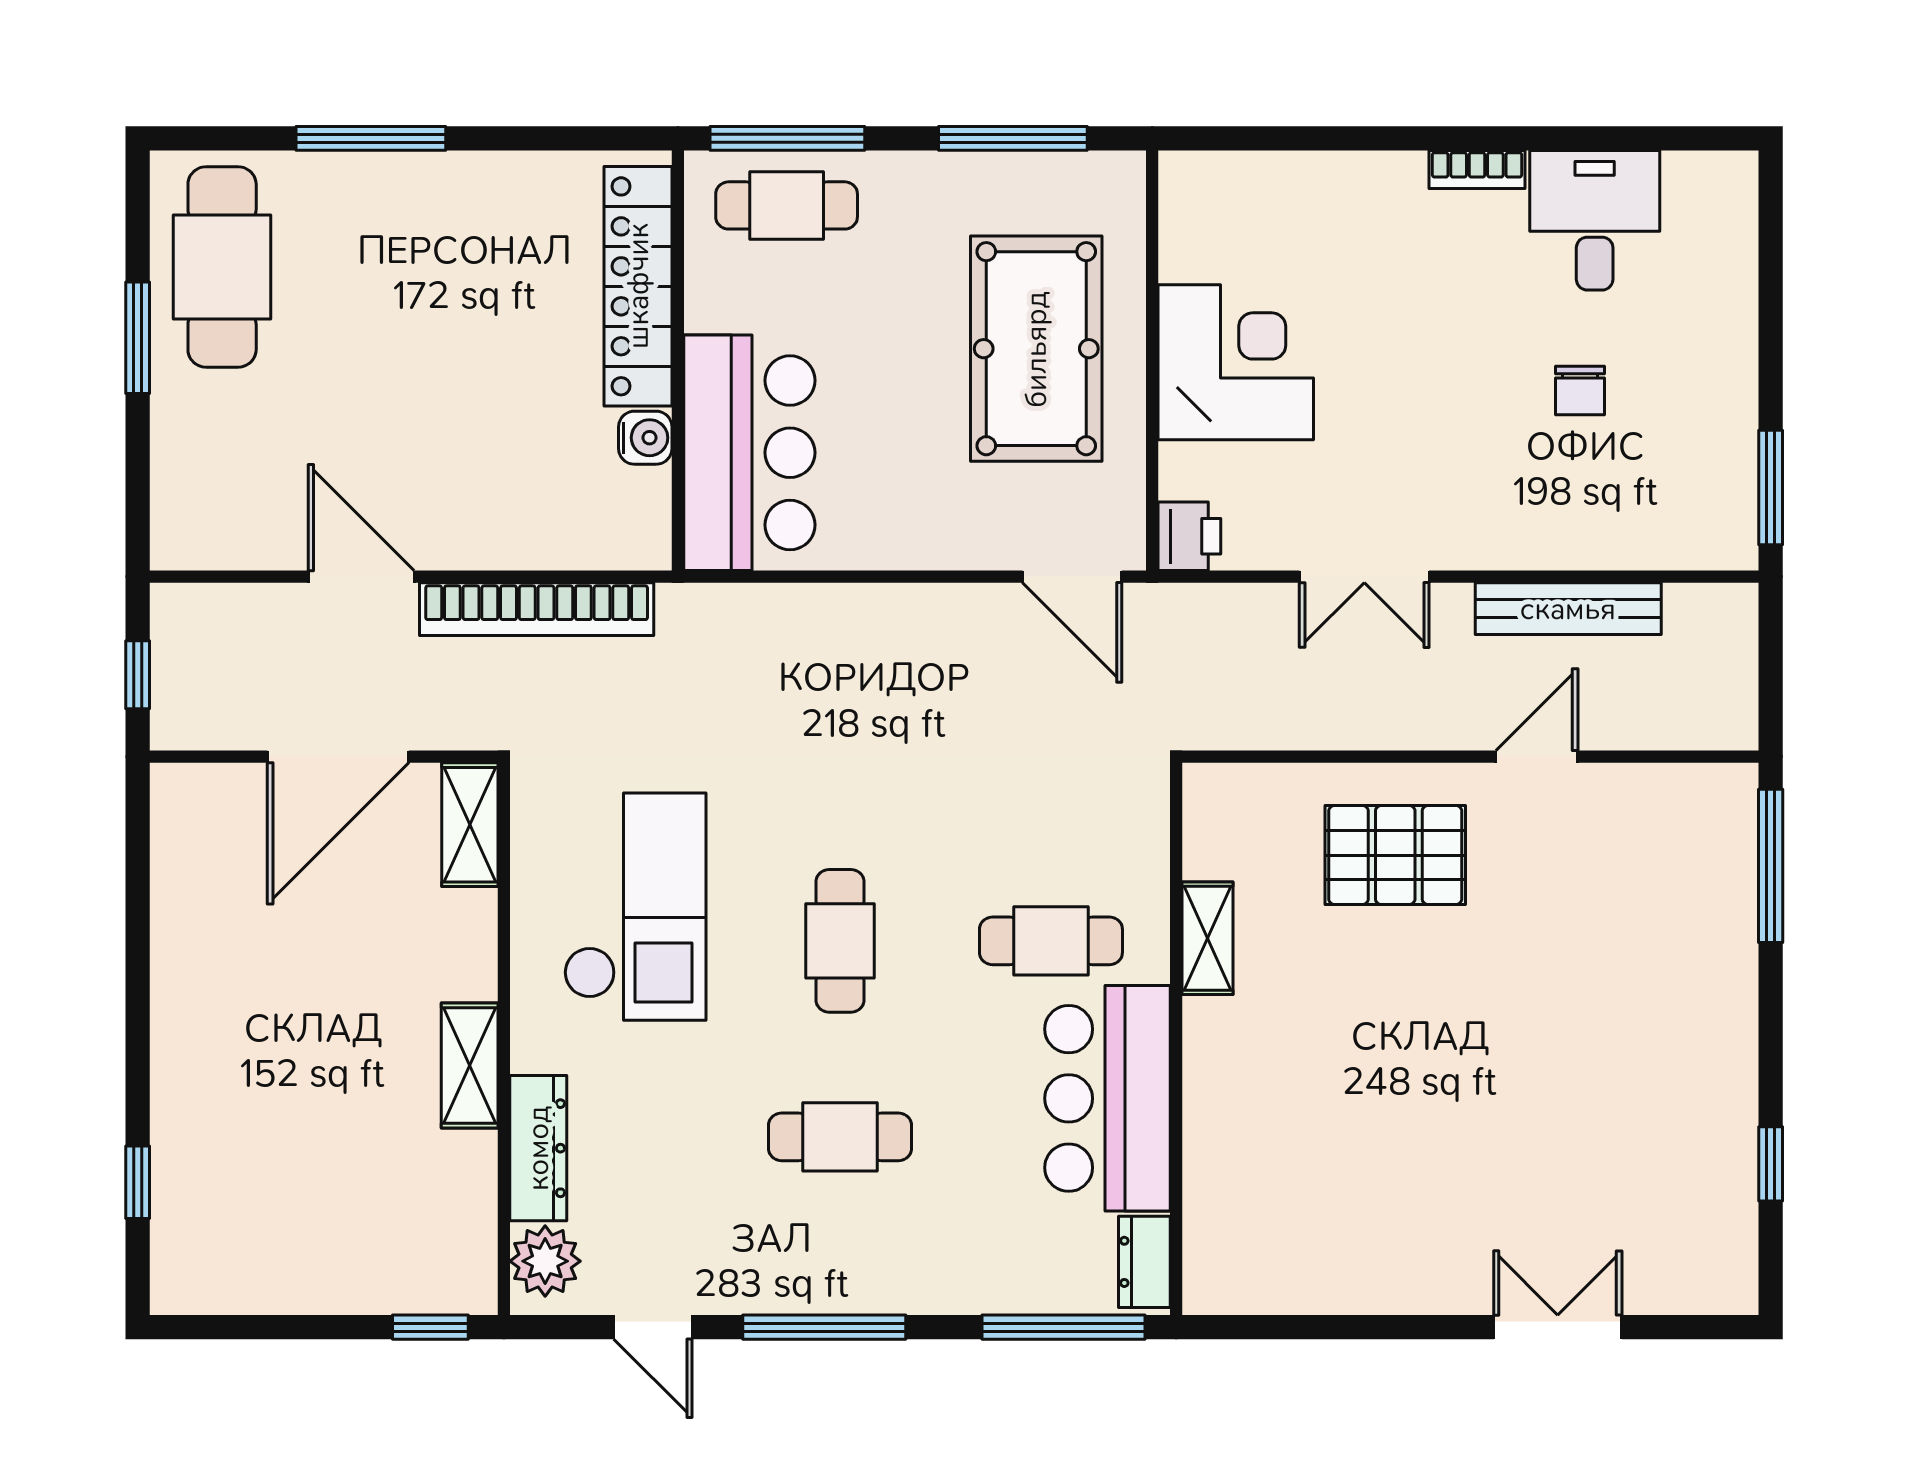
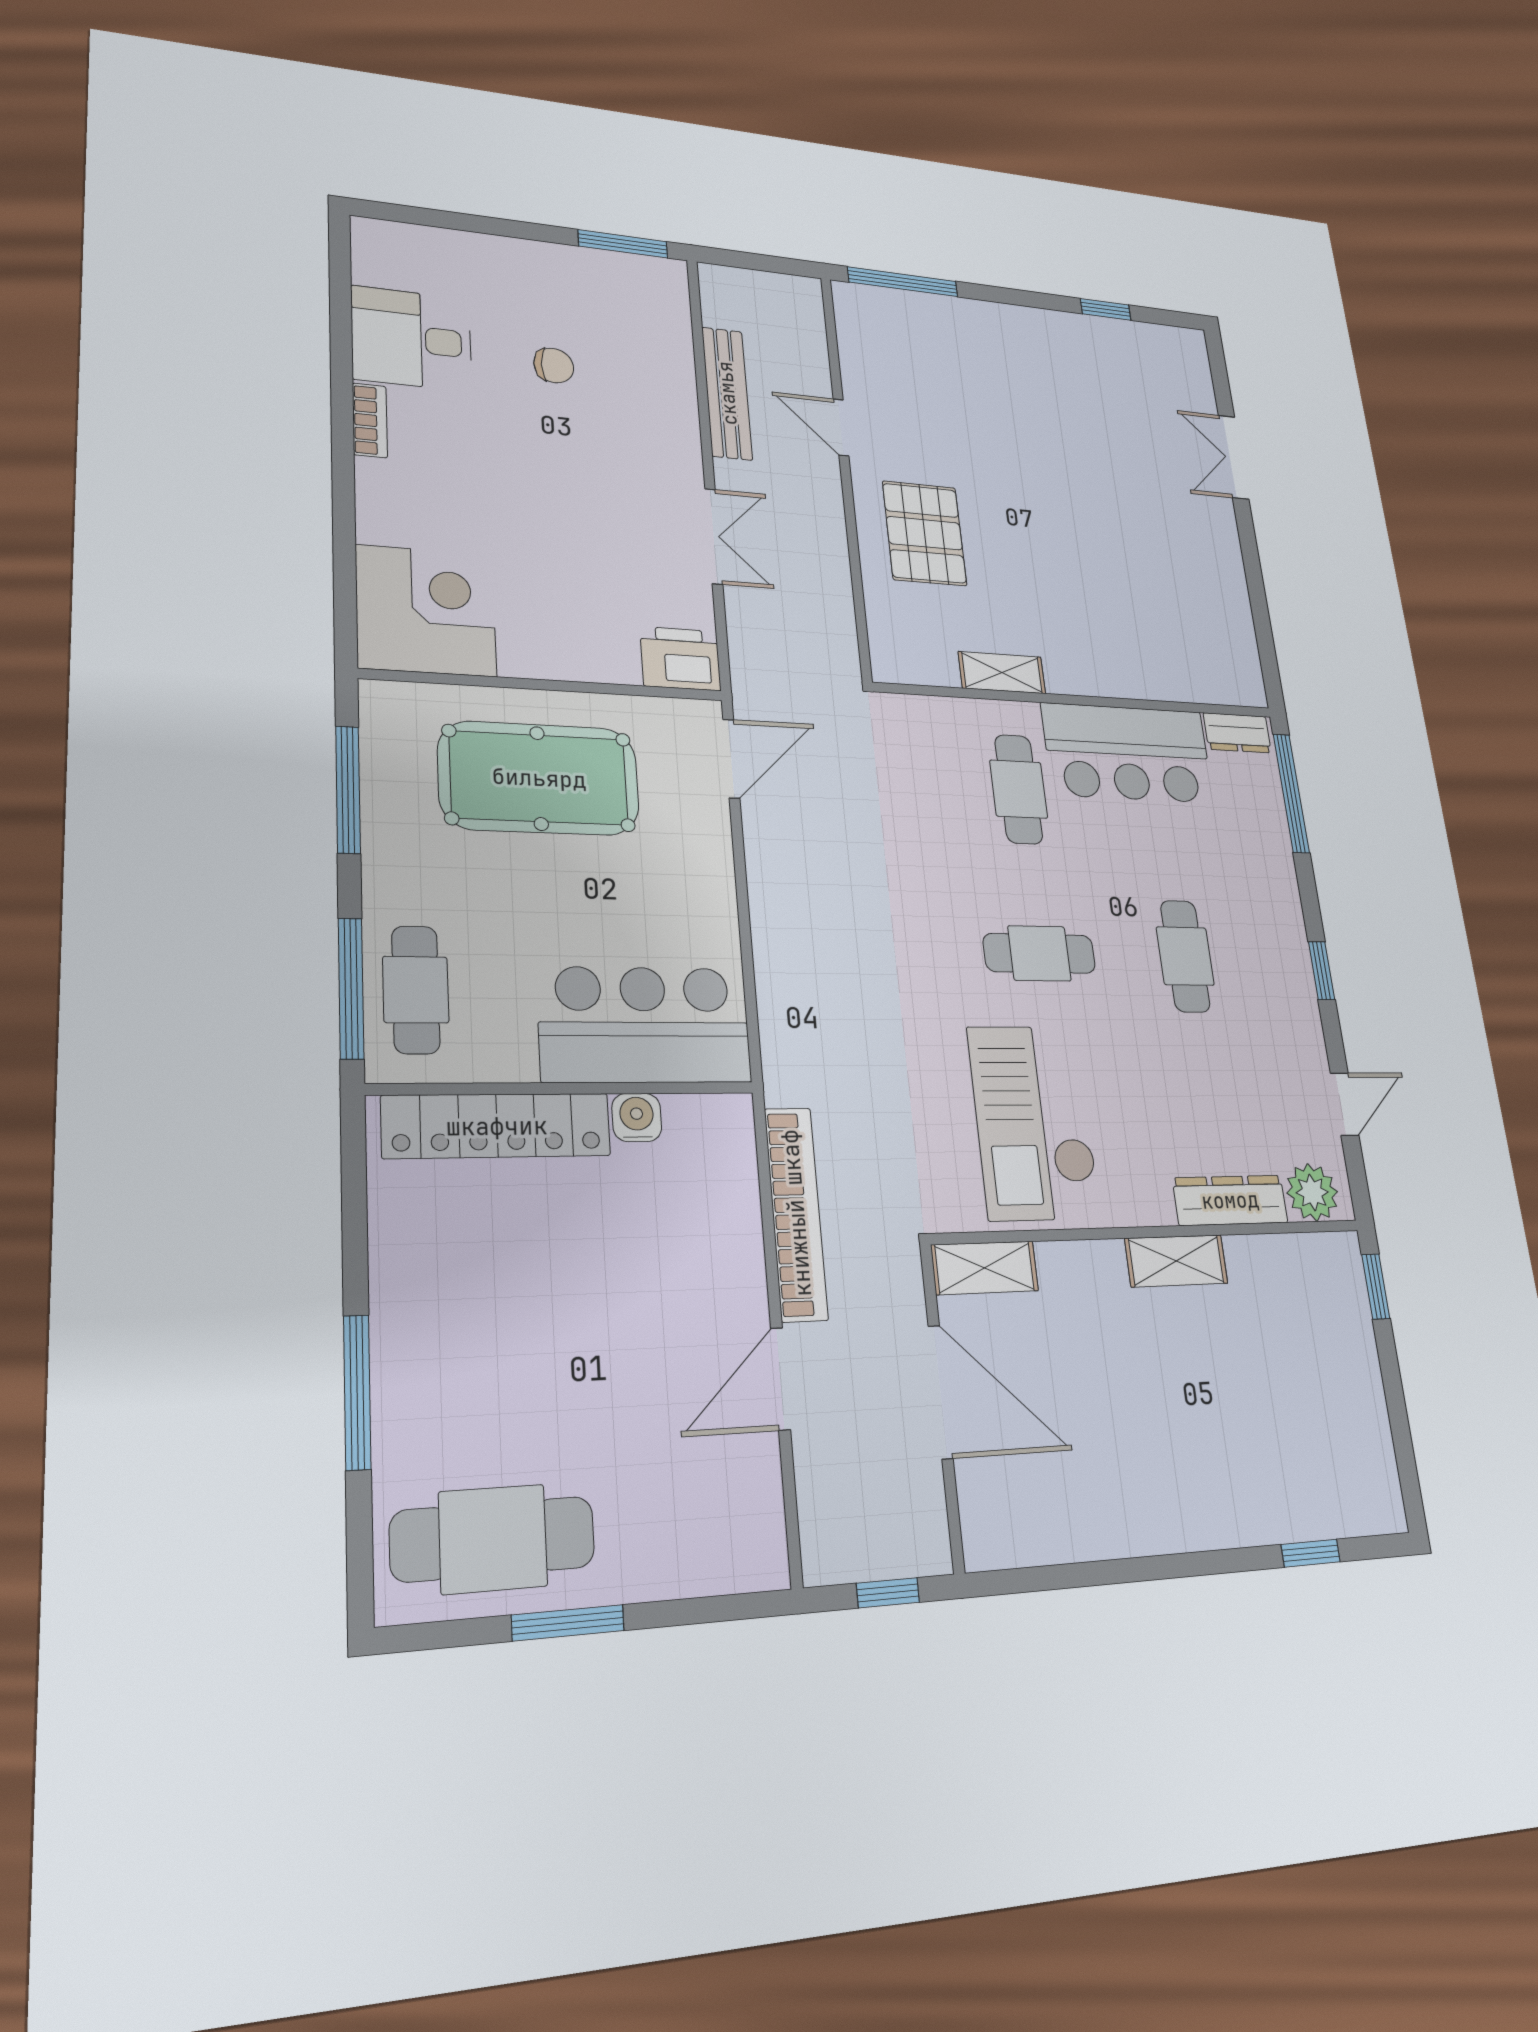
corner desk: (1236, 362) -> (426, 611), moved, turned 90
printer: (1189, 536) -> (681, 659), width x1.36, depth x1.24
checkout: (635, 907) -> (1034, 1122), turned -90
window: (824, 1327) -> (1322, 971), width x0.46

